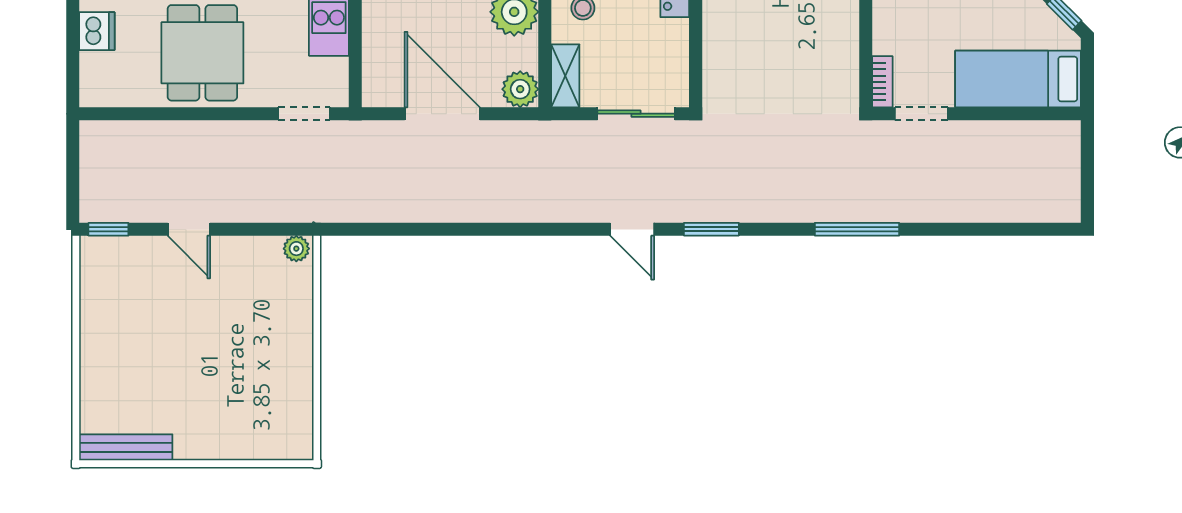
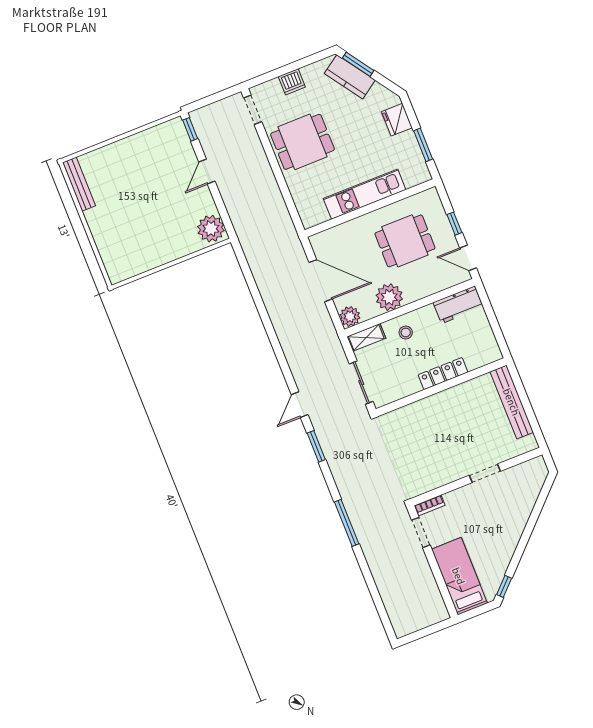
doorway: (304, 114) -> (253, 110), moved
door: (442, 114) -> (321, 281), hinge flipped
plant: (296, 249) -> (211, 229), width x1.87, depth x1.87

